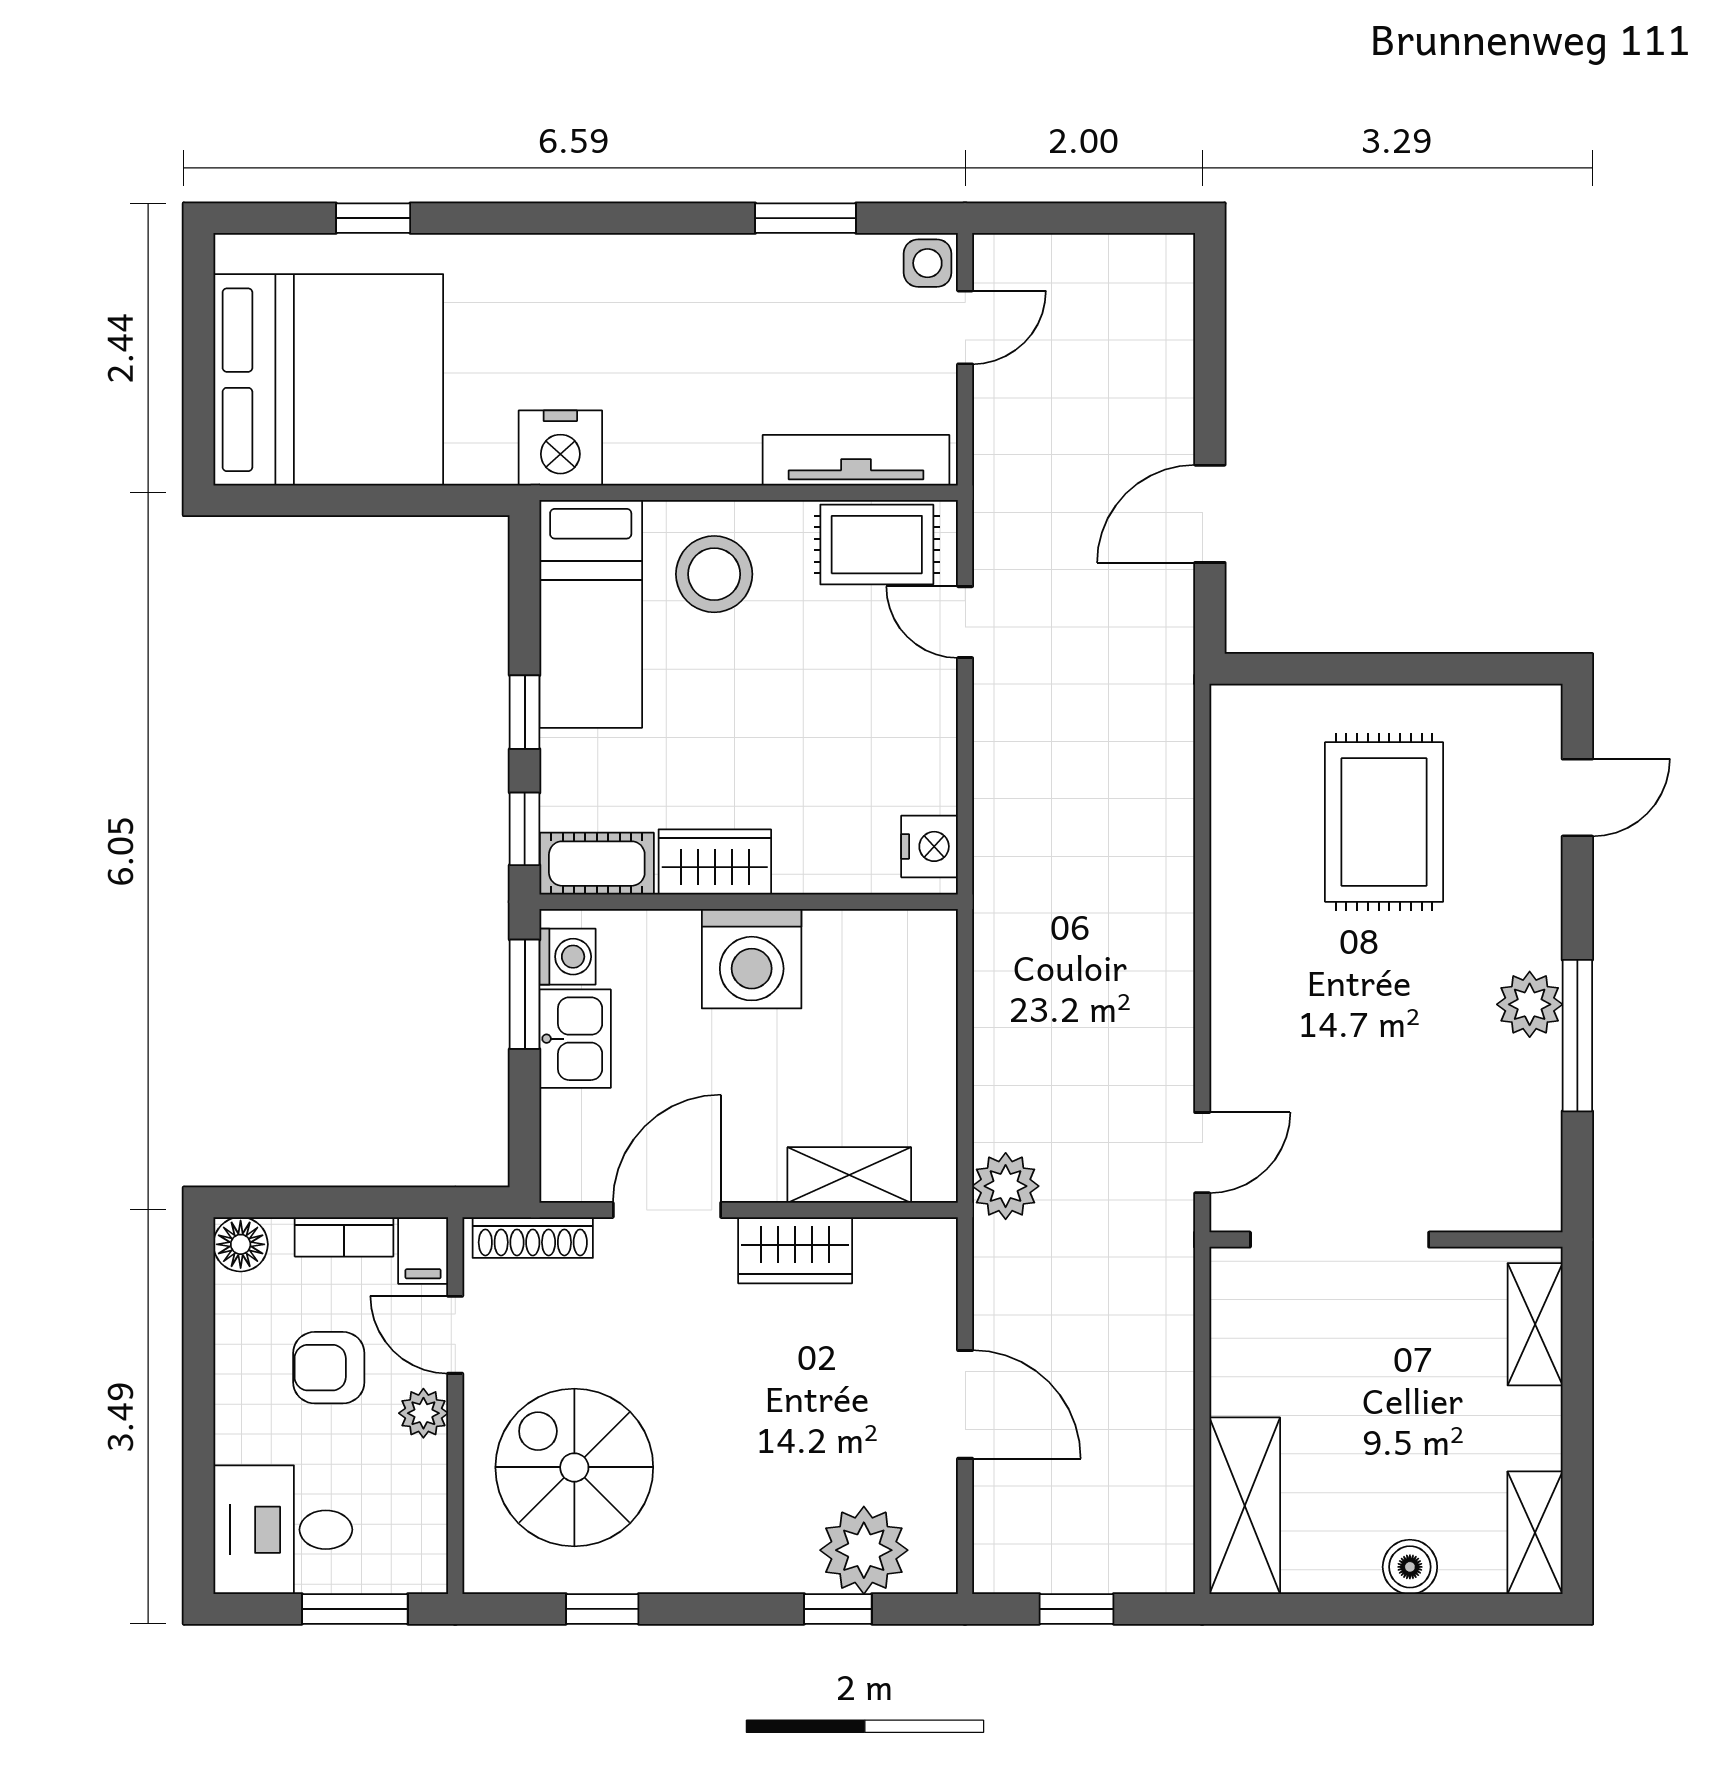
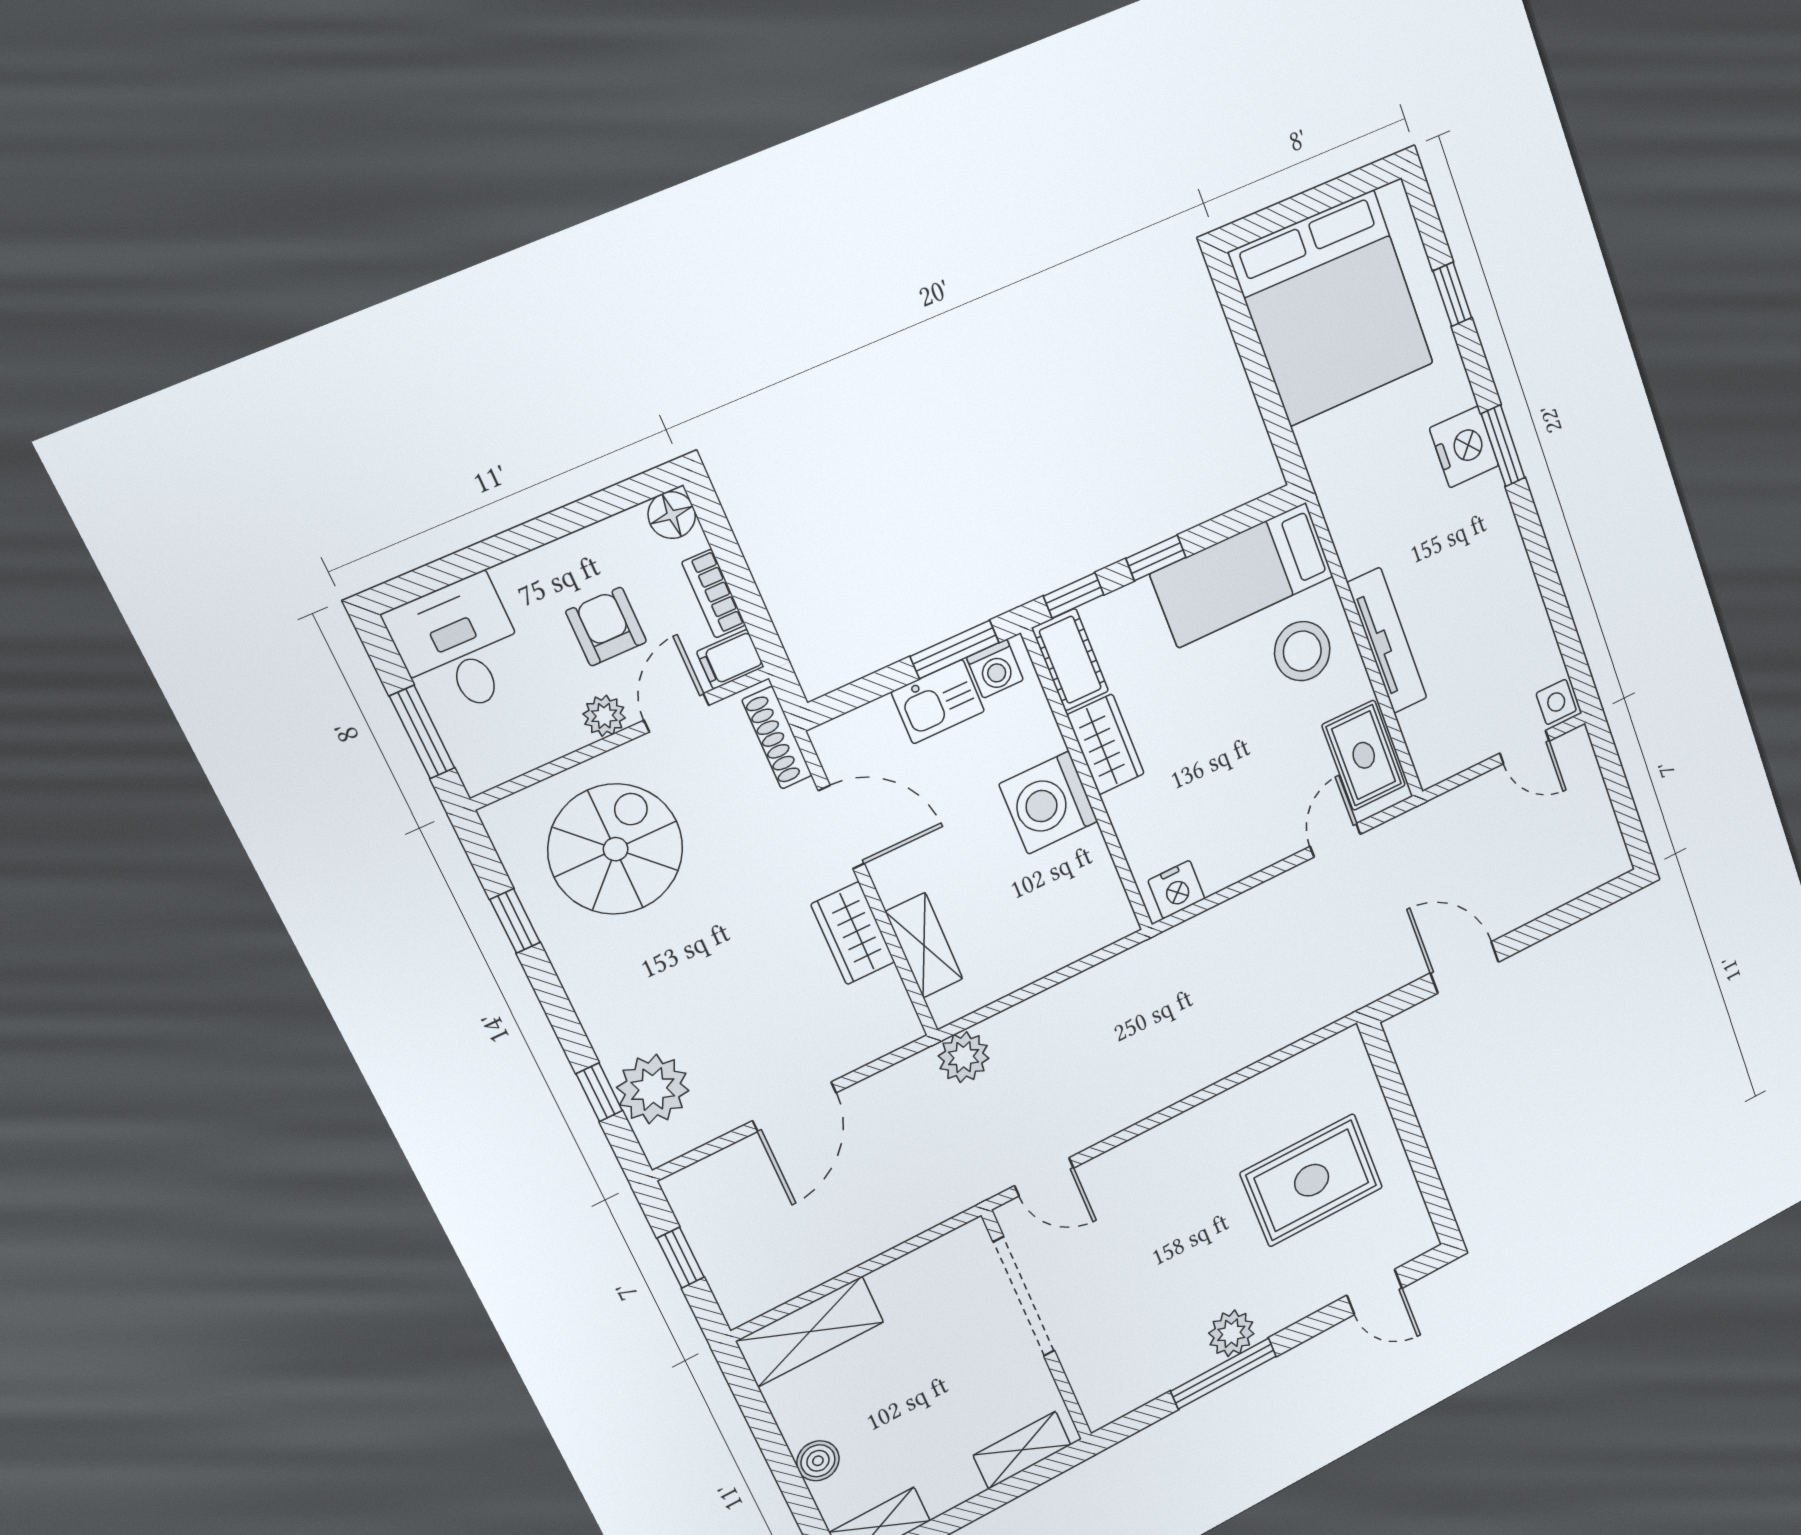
window: (806, 218) -> (1503, 446), moved
nightstand: (560, 448) -> (1464, 447), moved, turned 180
tv unit: (856, 460) -> (1387, 641), moved

